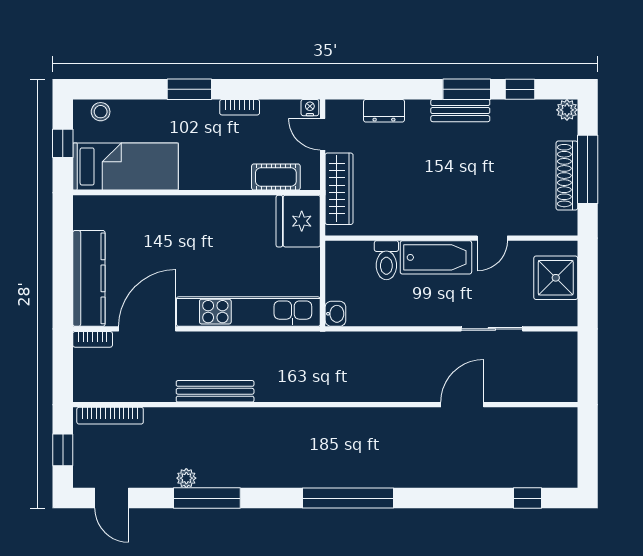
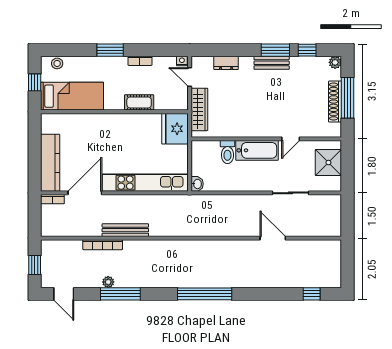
cot: (276, 177) -> (139, 102), moved
door: (462, 405) -> (273, 238), hinge flipped
bookcase: (110, 416) -> (103, 245), moved

